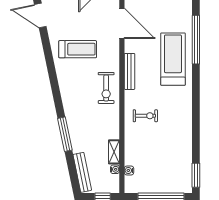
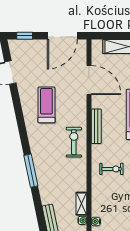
treadmill: (78, 49) -> (46, 105), turned -90
exercise bike: (106, 88) -> (74, 142), turned 180
window: (65, 134) -> (31, 171), moved

